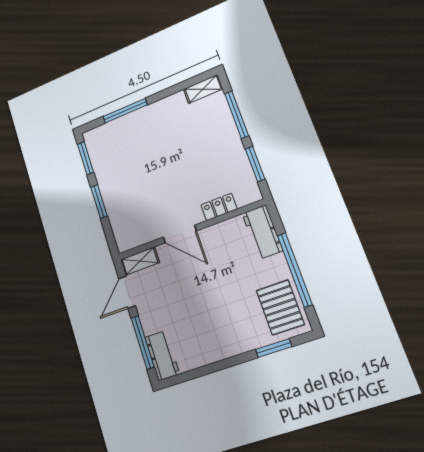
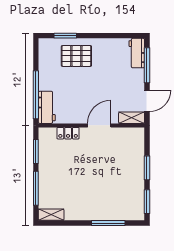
door: (180, 234) -> (99, 125), hinge flipped
window: (295, 270) -> (36, 95), moved
pallet: (280, 307) -> (76, 56), moved, turned 90

